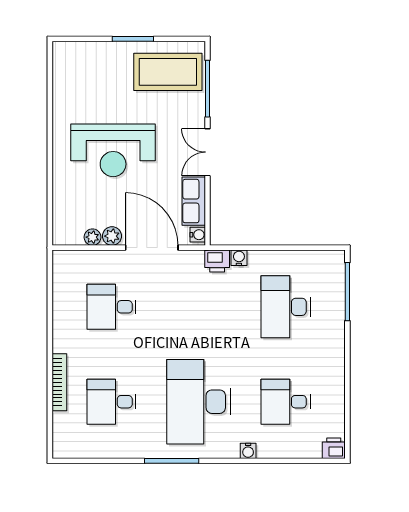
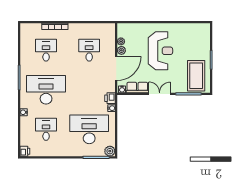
reception desk: (113, 150) -> (160, 51), turned 180
plant: (334, 262) -> (110, 151), added
desk: (286, 307) -> (89, 129), width x1.36, depth x1.30

